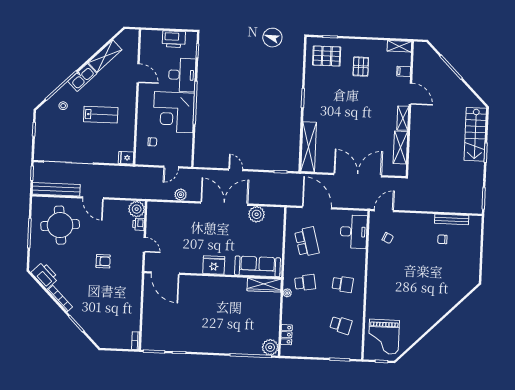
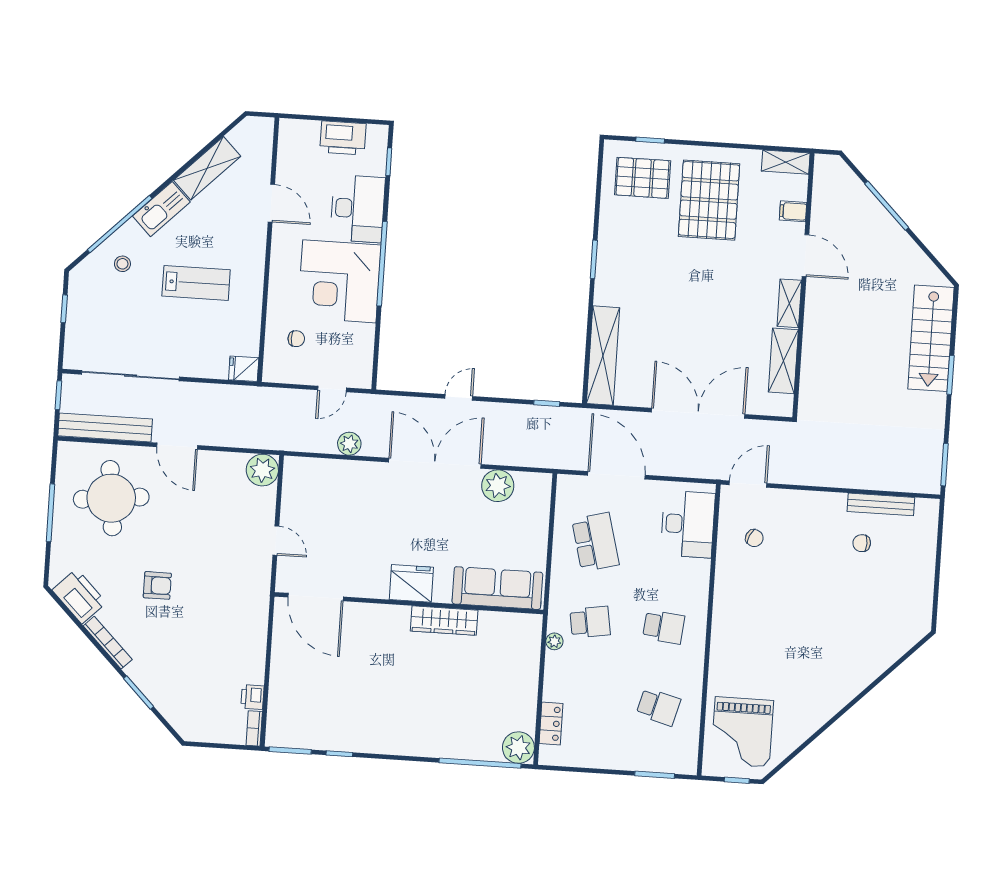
pallet: (361, 67) -> (709, 200), width x2.05, depth x2.00
door: (236, 170) -> (459, 397), hinge flipped
printer: (139, 224) -> (252, 697), moved
armchair: (103, 261) -> (157, 585), moved
wardrobe: (264, 285) -> (444, 621), moved

